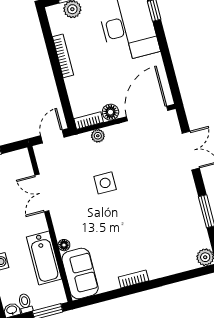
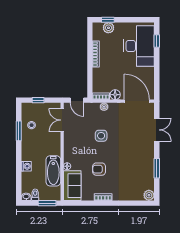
door: (147, 114) -> (137, 101), hinge flipped
door: (52, 136) -> (77, 100), swing flipped
double door: (42, 193) -> (62, 120), moved
armchair: (116, 236) -> (99, 169), added

